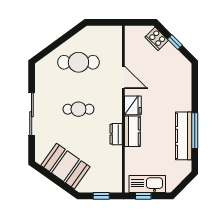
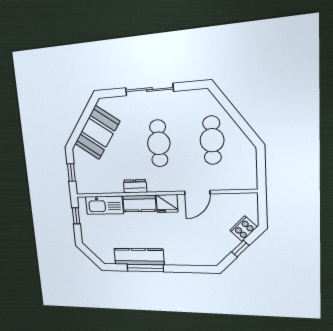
cafe table: (78, 109) -> (159, 143), width x1.37, depth x1.35
kitchen sink: (147, 184) -> (104, 205), moved, turned 90

